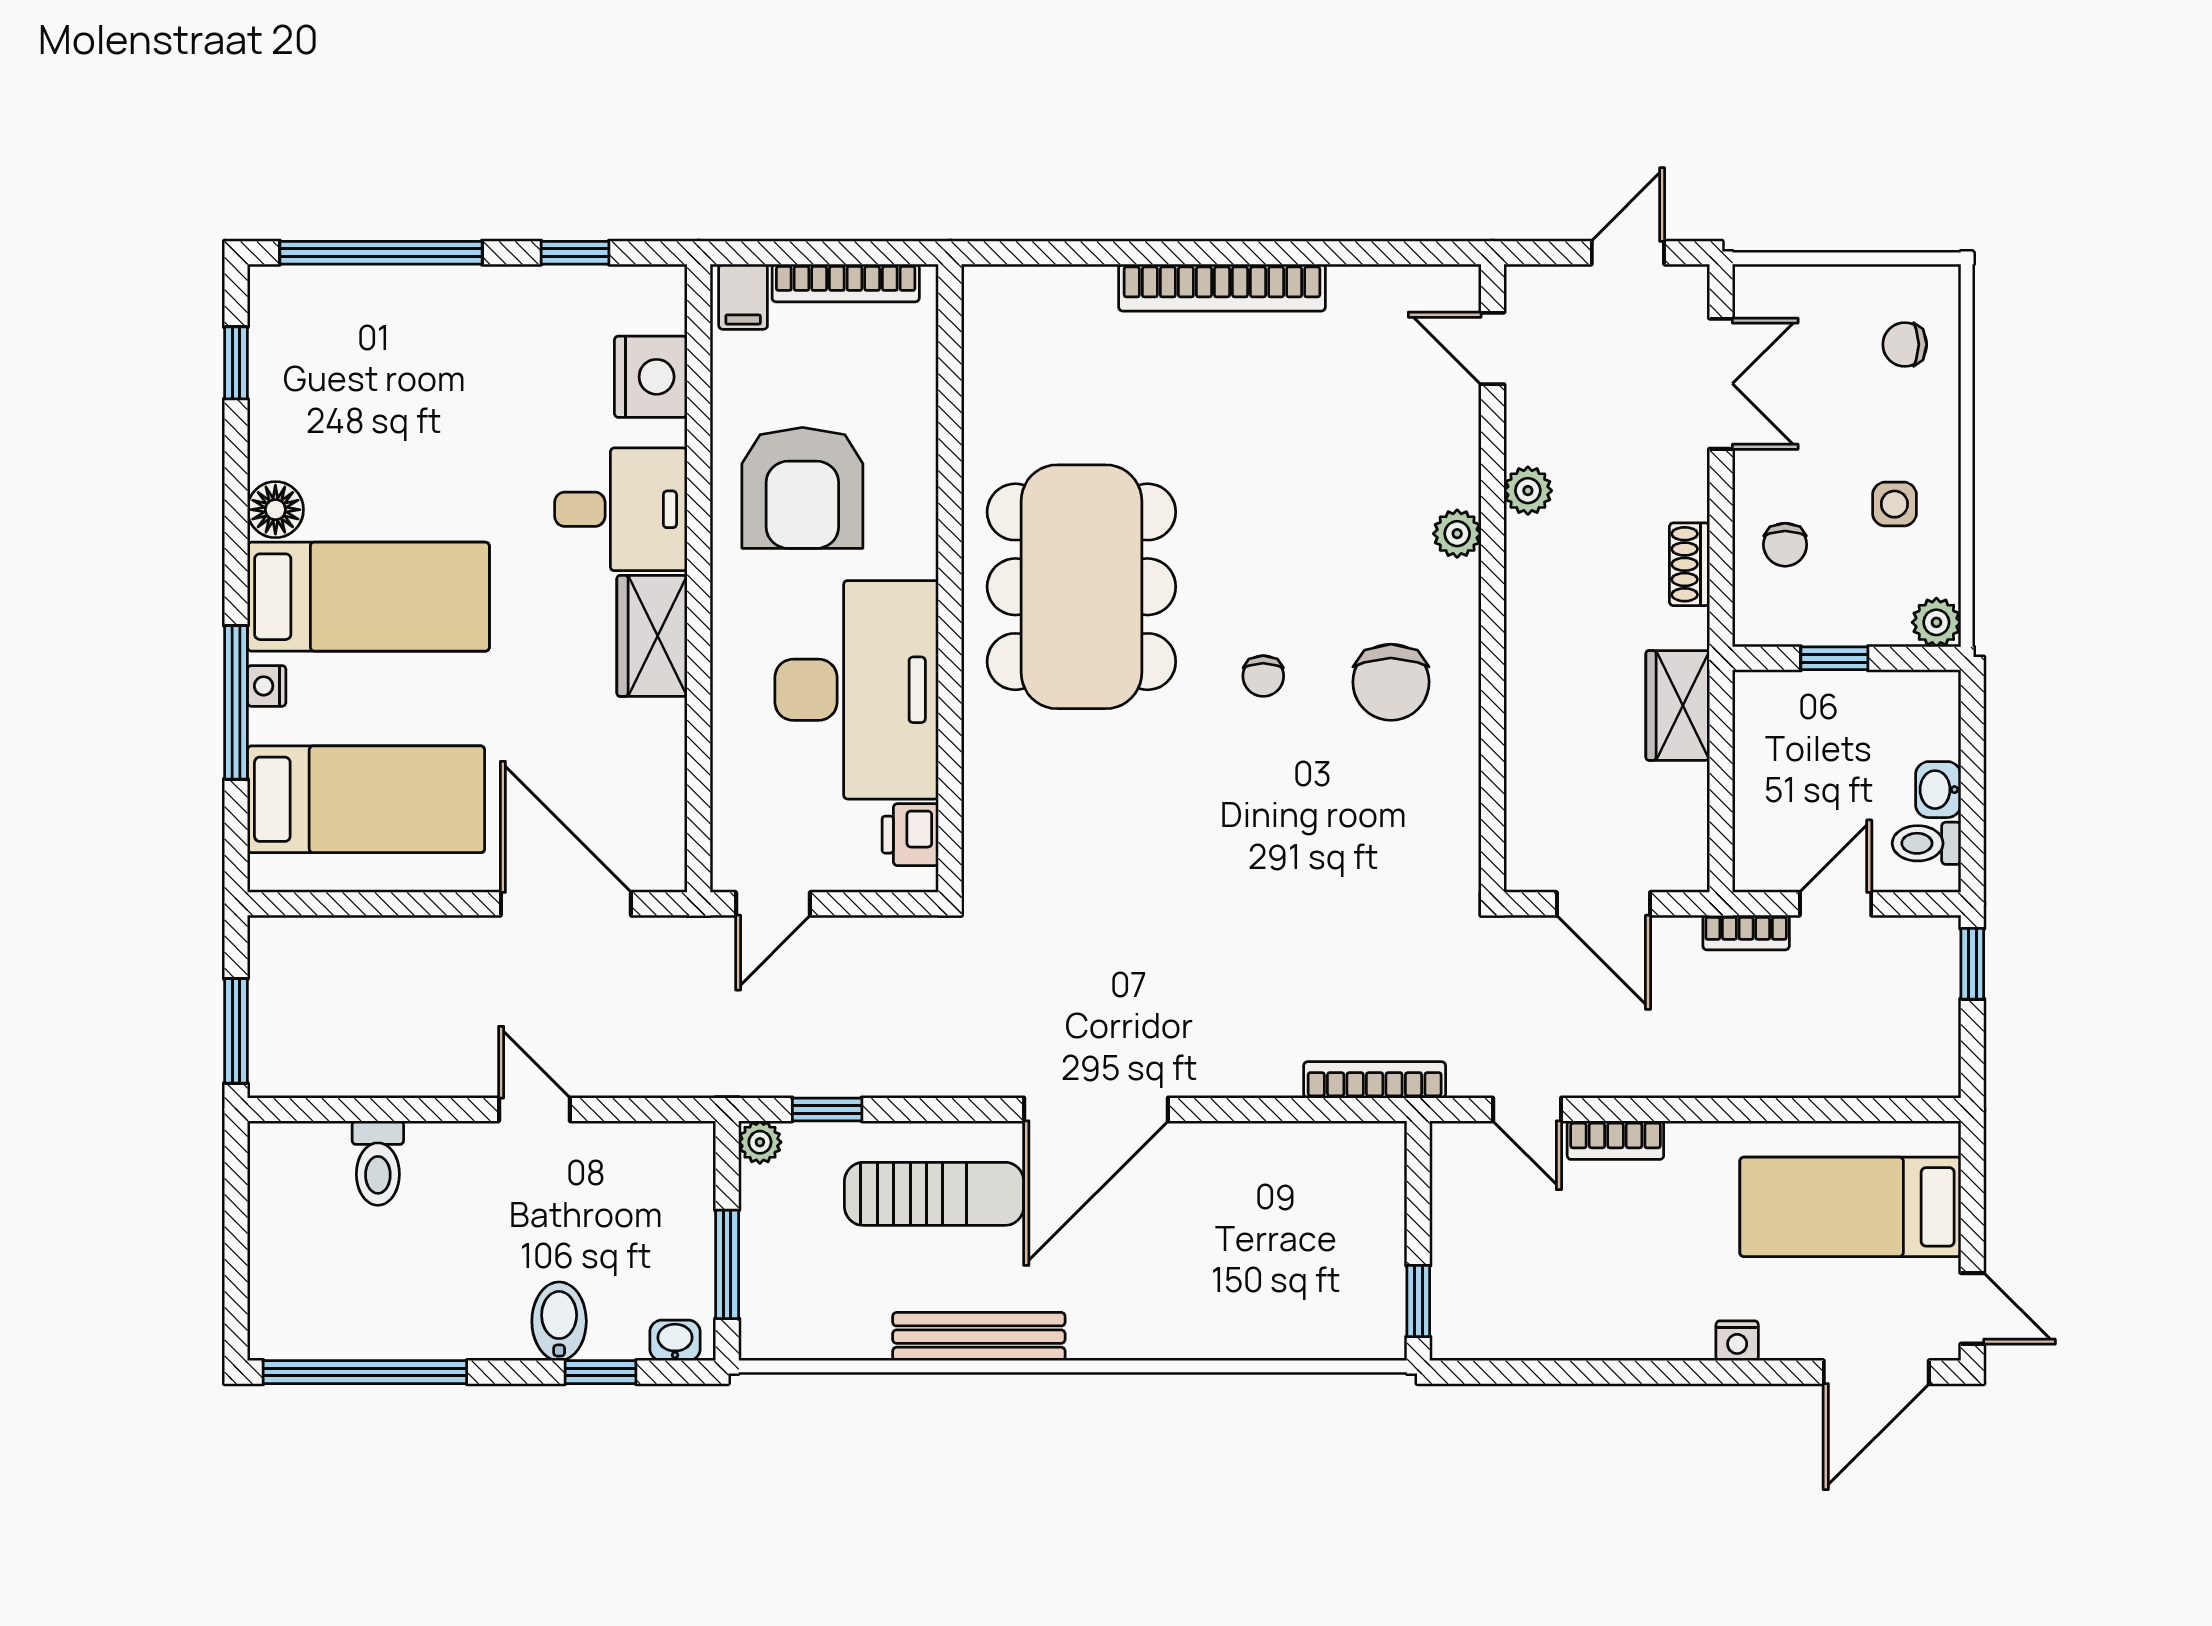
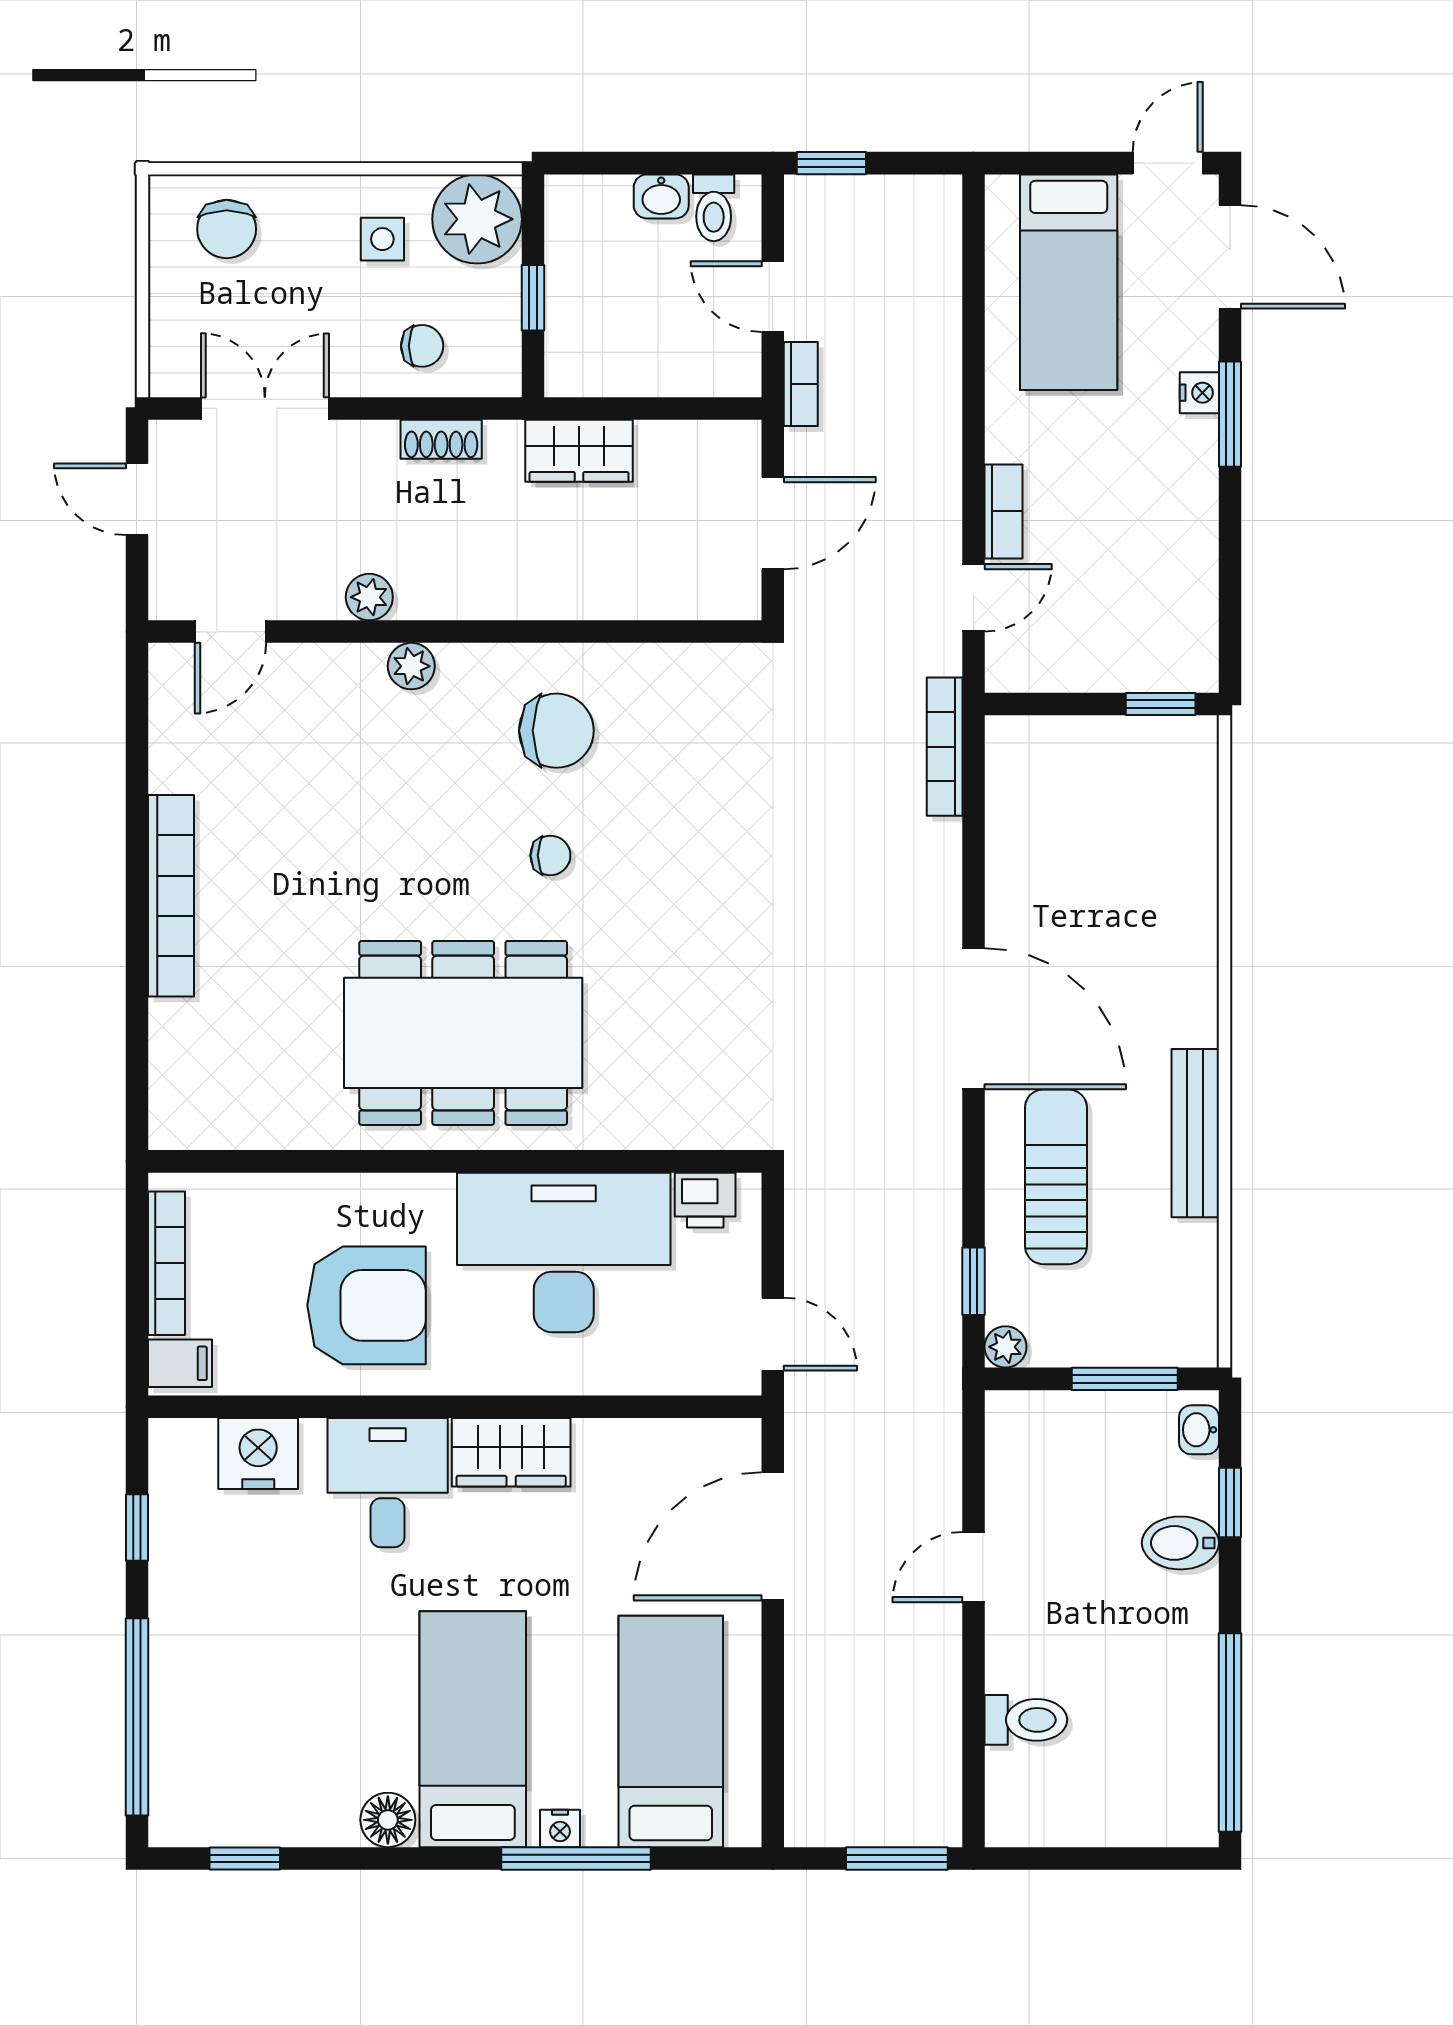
chair: (1905, 344) -> (227, 229), width x1.37, depth x1.37
plant: (1936, 622) -> (477, 219), width x1.87, depth x1.87
window: (1715, 1372) -> (1230, 414), added

